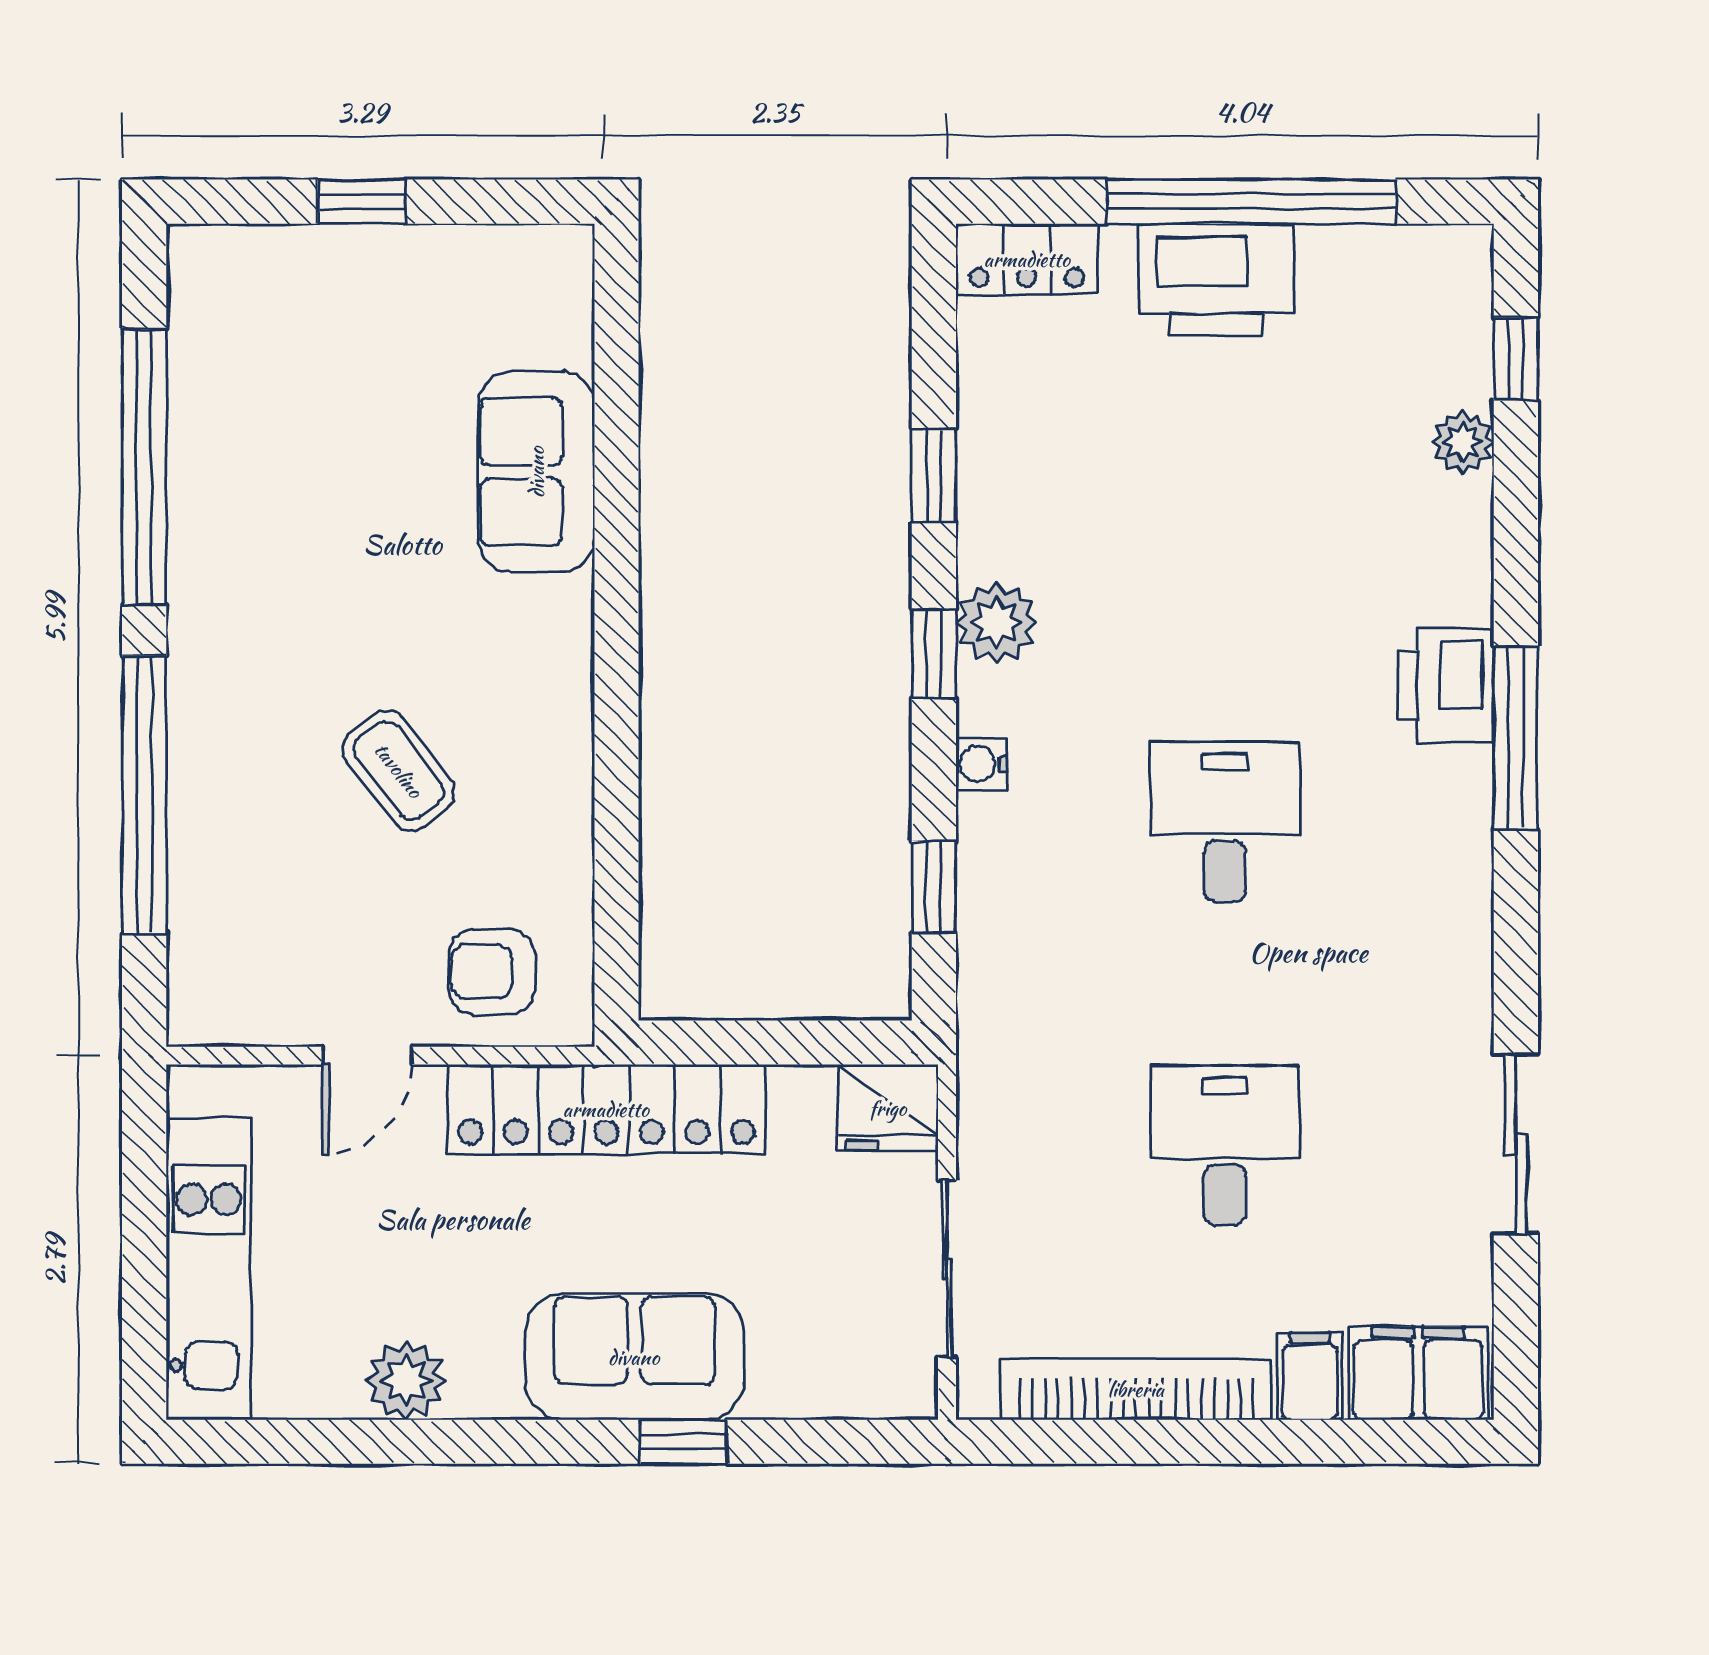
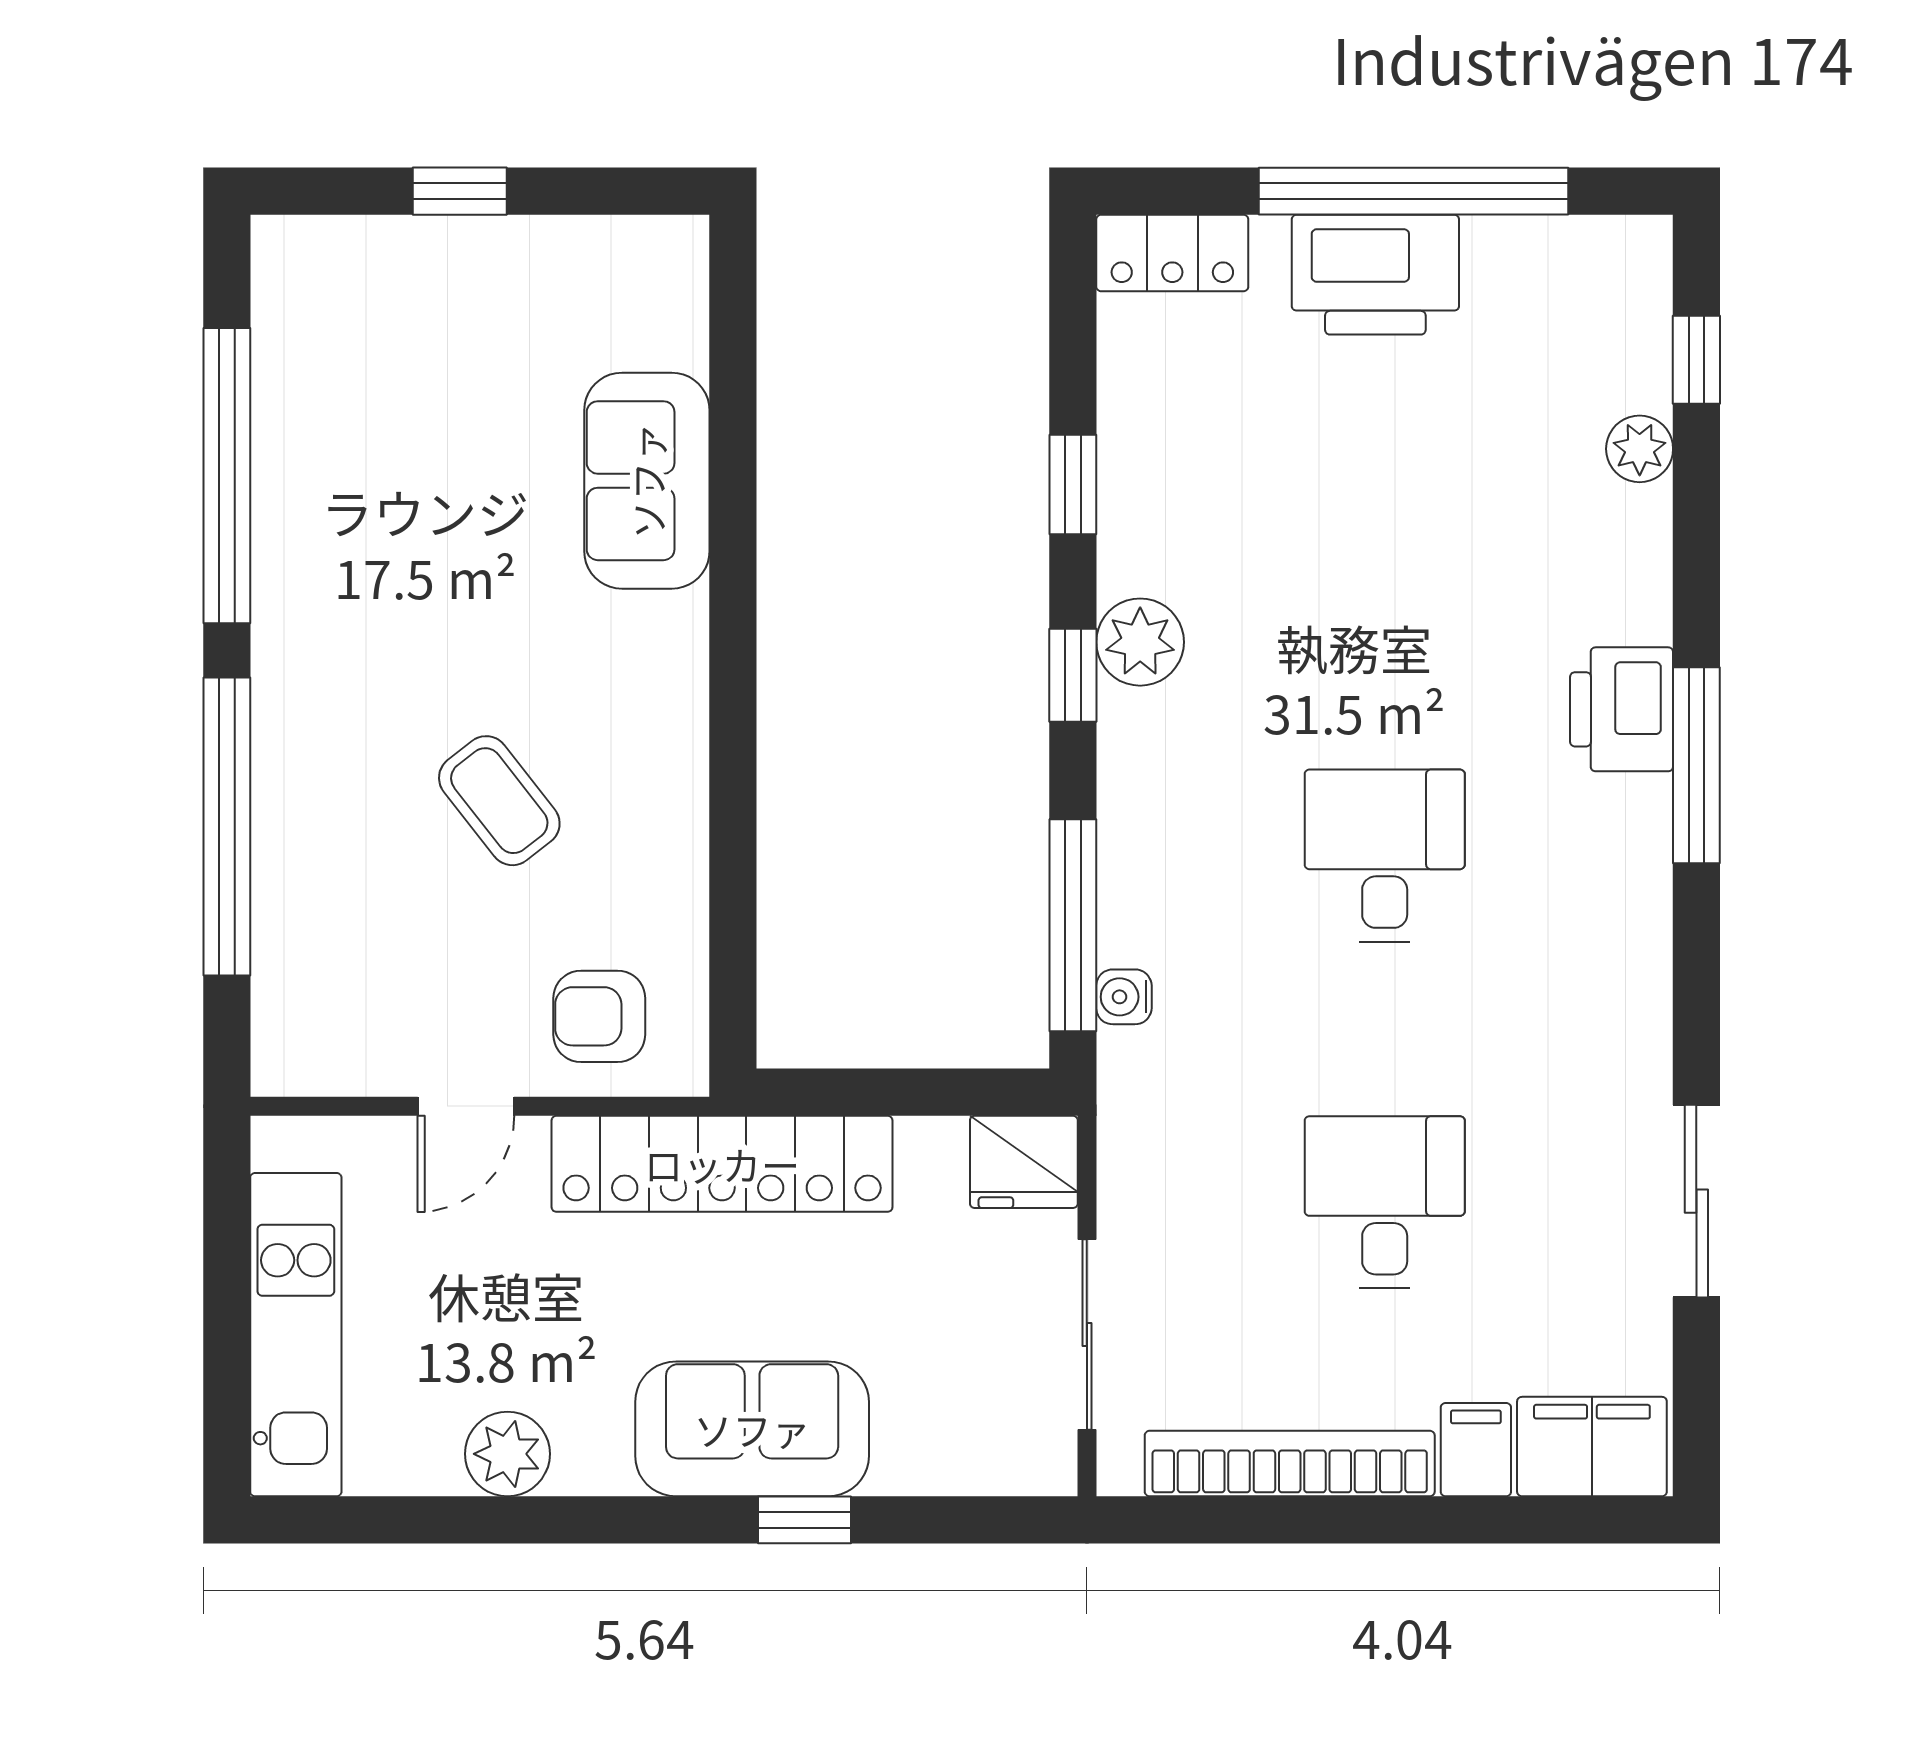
water cooler: (982, 764) -> (1124, 997), moved
window: (934, 887) -> (1073, 925), width x2.17

